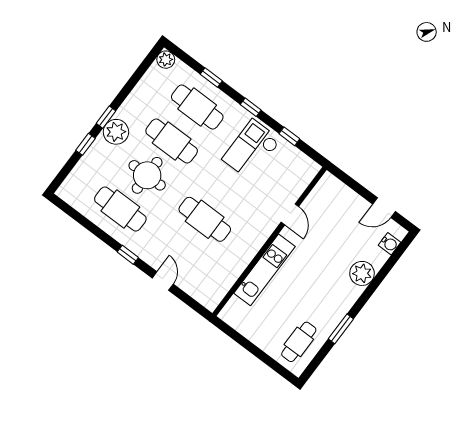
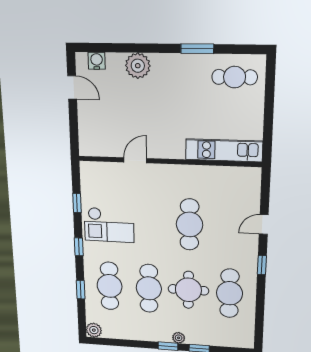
plant: (116, 132) -> (179, 338), width x0.53, depth x0.53
kitchen unit: (264, 270) -> (224, 150), moved

